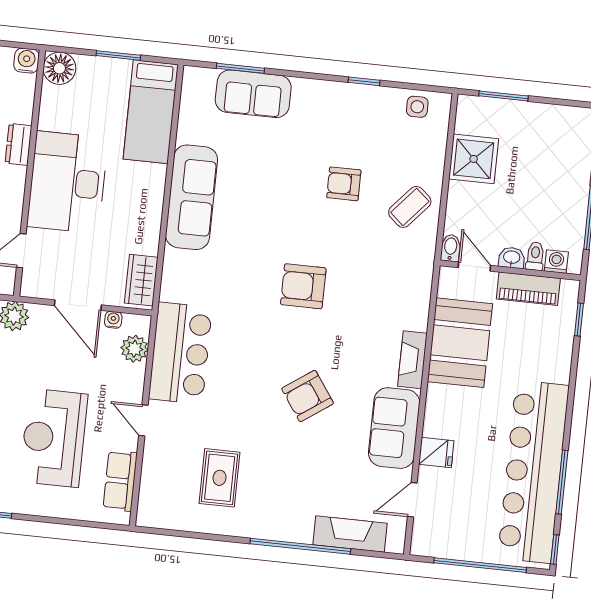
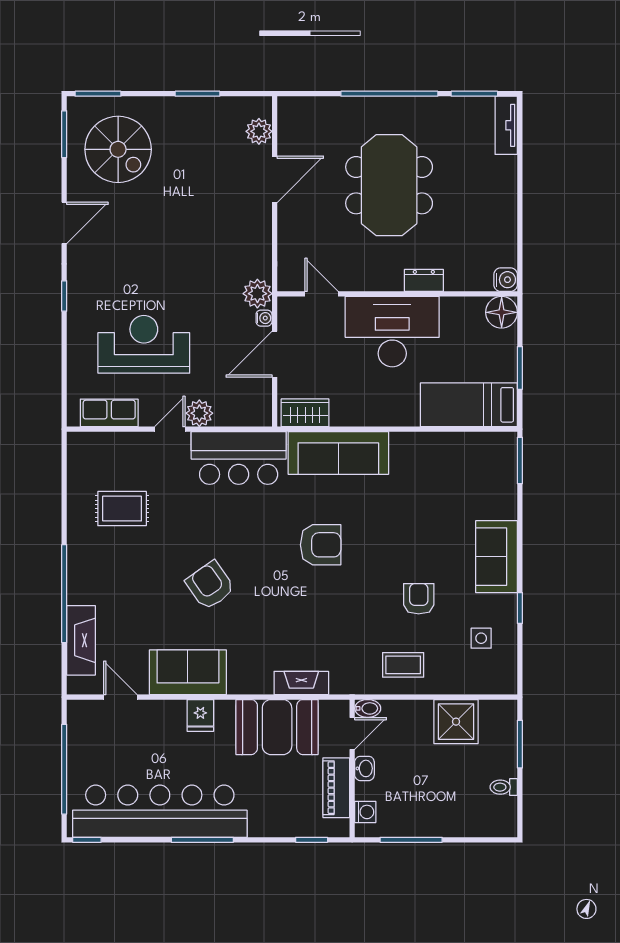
window: (240, 68) -> (520, 461), moved
sofa: (253, 94) -> (497, 557), moved
side table: (417, 107) -> (481, 638), moved
sofa: (192, 197) -> (338, 453), moved
coffee table: (410, 207) -> (403, 665), turned -41
toilet: (535, 256) -> (504, 787), moved, turned 180
armchair: (303, 286) -> (321, 545), moved, turned 90
water cooler: (113, 320) -> (264, 318), moved
plant: (134, 349) -> (199, 413), moved
fireplace: (412, 360) -> (301, 683), moved
fridge: (436, 453) -> (200, 715), moved
window: (562, 482) -> (202, 840), moved

